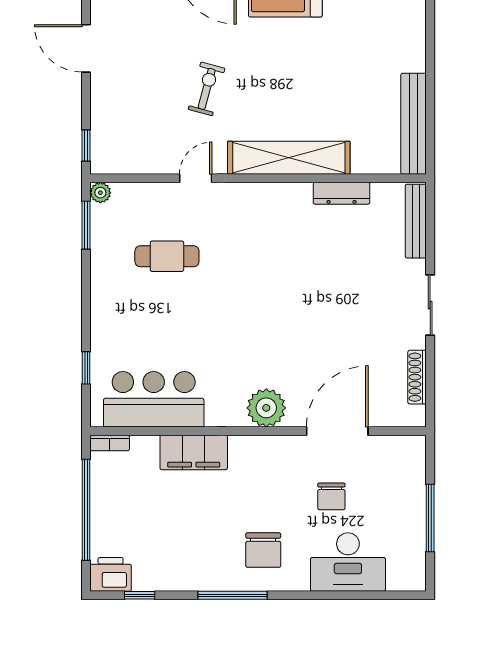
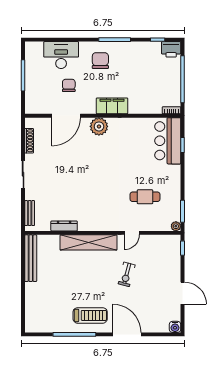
bench: (416, 221) -> (30, 213), width x0.73
bar counter: (154, 399) -> (168, 141), moved, turned 90
filing cabinet: (194, 452) -> (112, 106), moved

